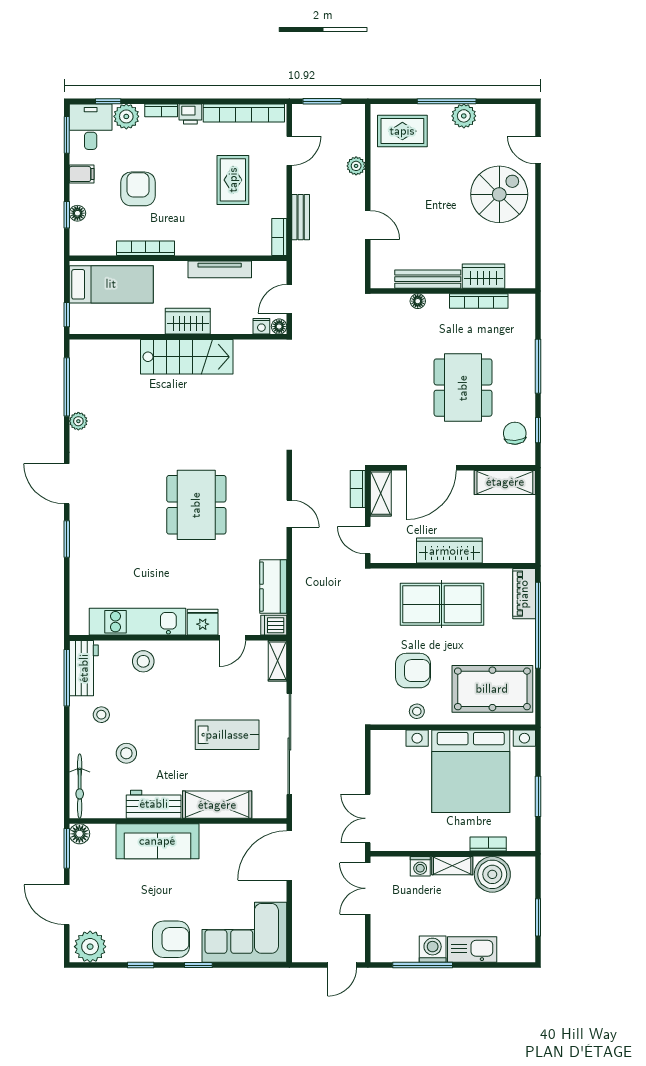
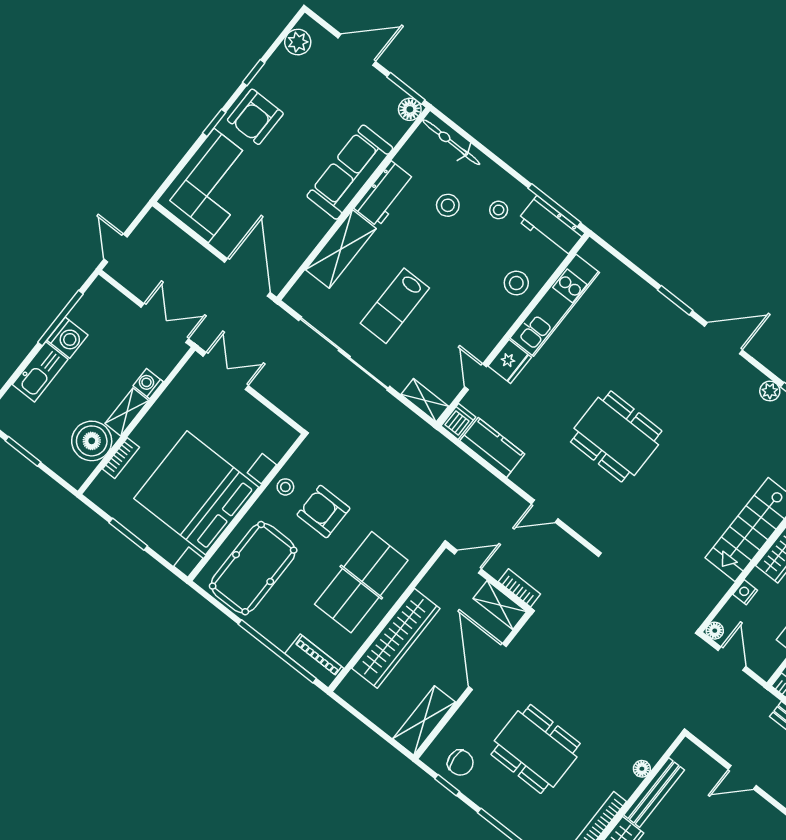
nightstand: (261, 326) -> (745, 592), moved
wardrobe: (449, 551) -> (396, 638), width x1.40, depth x1.17
armchair: (413, 671) -> (323, 512), turned 90
plant: (90, 947) -> (298, 42), width x0.73, depth x0.73

